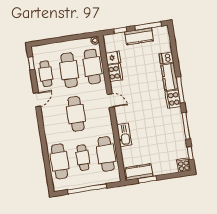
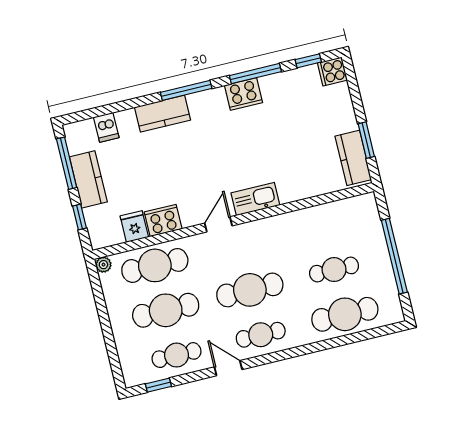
dishwasher: (166, 58) -> (106, 127), moved
cooker: (173, 99) -> (244, 94), moved
kitchen sink: (124, 135) -> (255, 199), moved
cafe table: (106, 154) -> (261, 335), moved, width x0.73, depth x0.74

